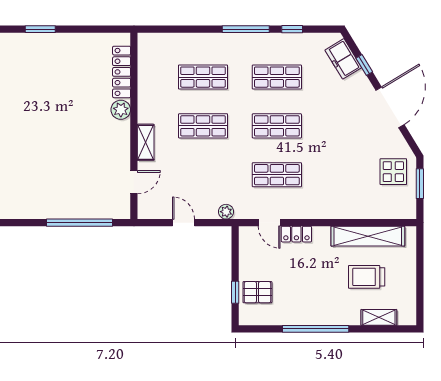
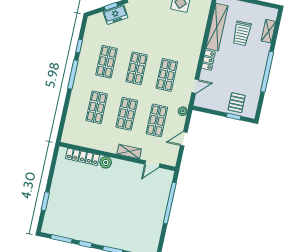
freezer: (343, 59) -> (115, 15), moved
shop shelf: (203, 175) -> (157, 120), added
door: (134, 182) -> (152, 164), swing flipped
locker: (296, 234) -> (208, 60), moved

